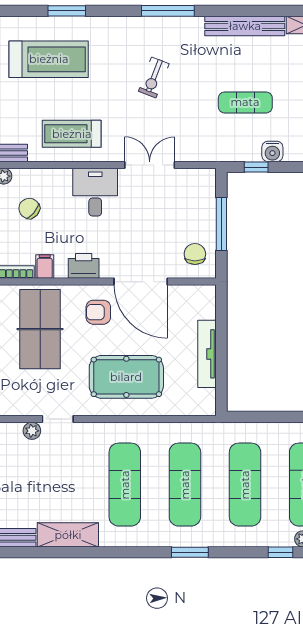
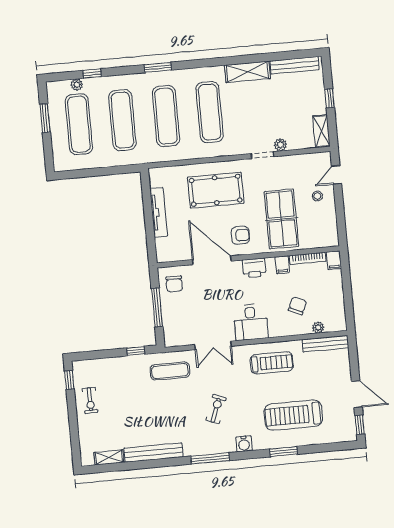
exercise mat: (245, 102) -> (170, 371), moved
water cooler: (272, 151) -> (244, 444), moved, turned 180
chair: (29, 208) -> (297, 306), turned -106

